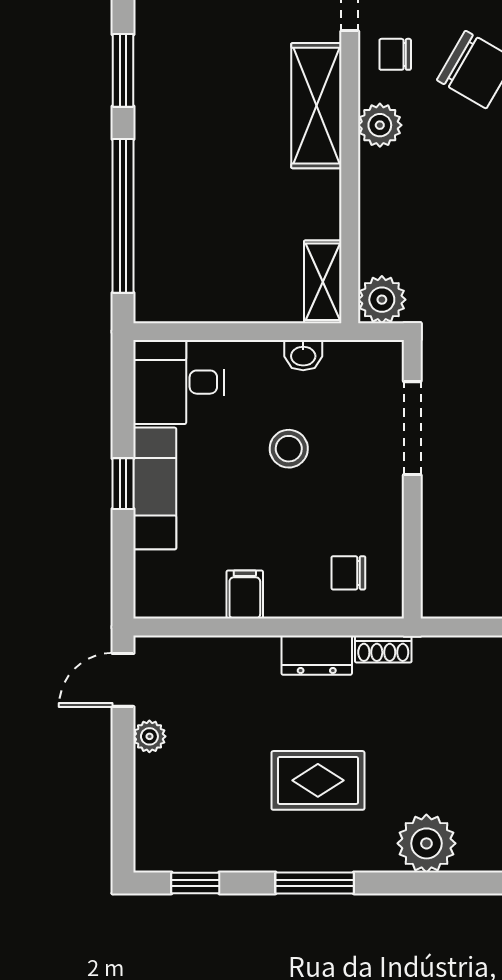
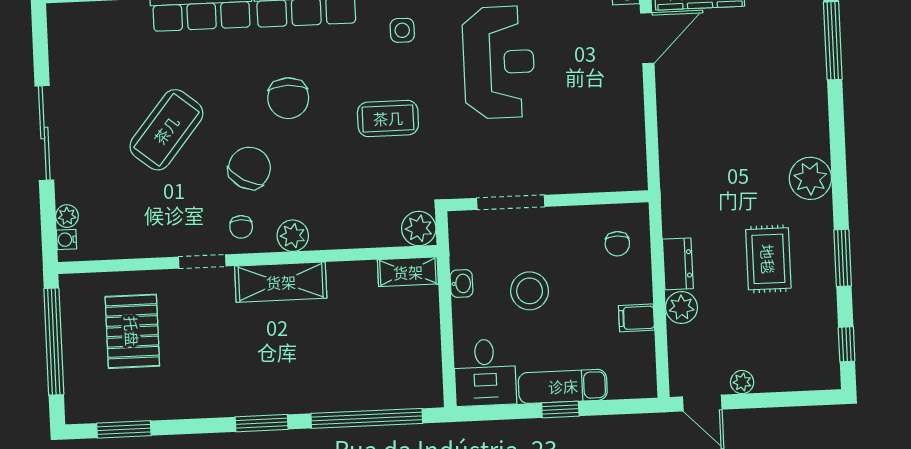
stool: (289, 449) -> (530, 291), width x1.38, depth x1.38
shoe rack: (383, 649) -> (671, 216), removed
plant: (256, 657) -> (682, 307), added

